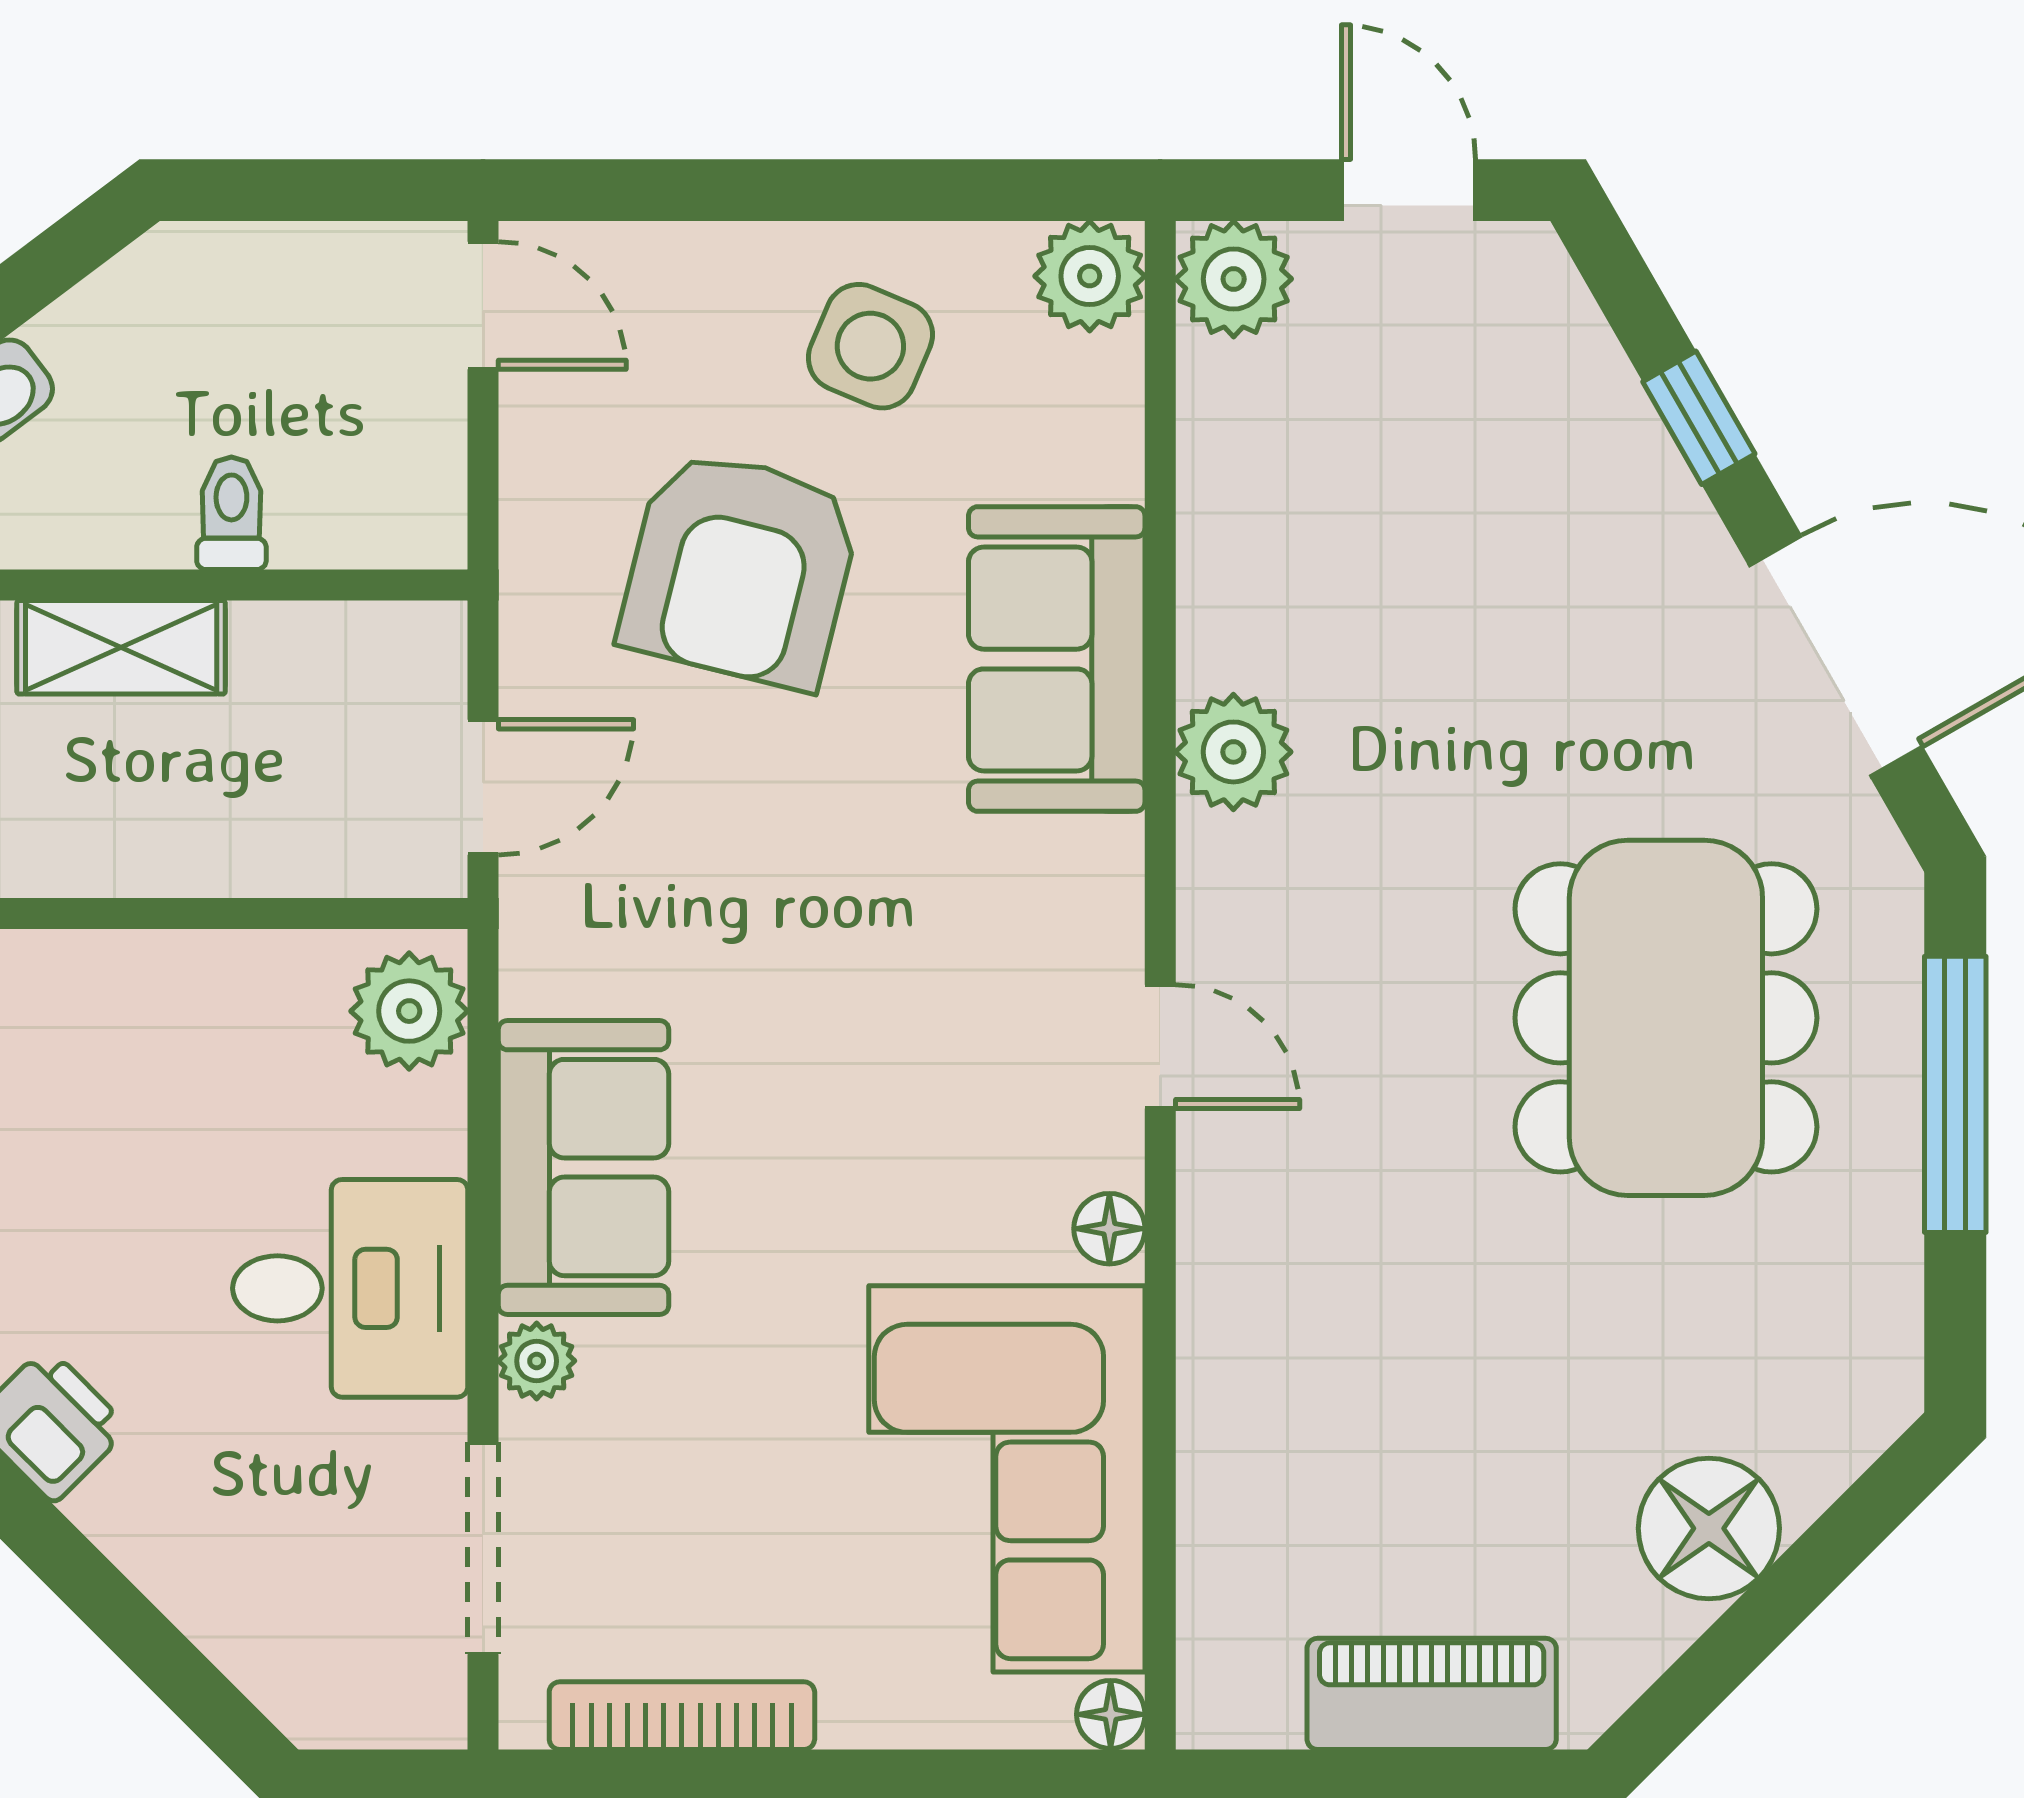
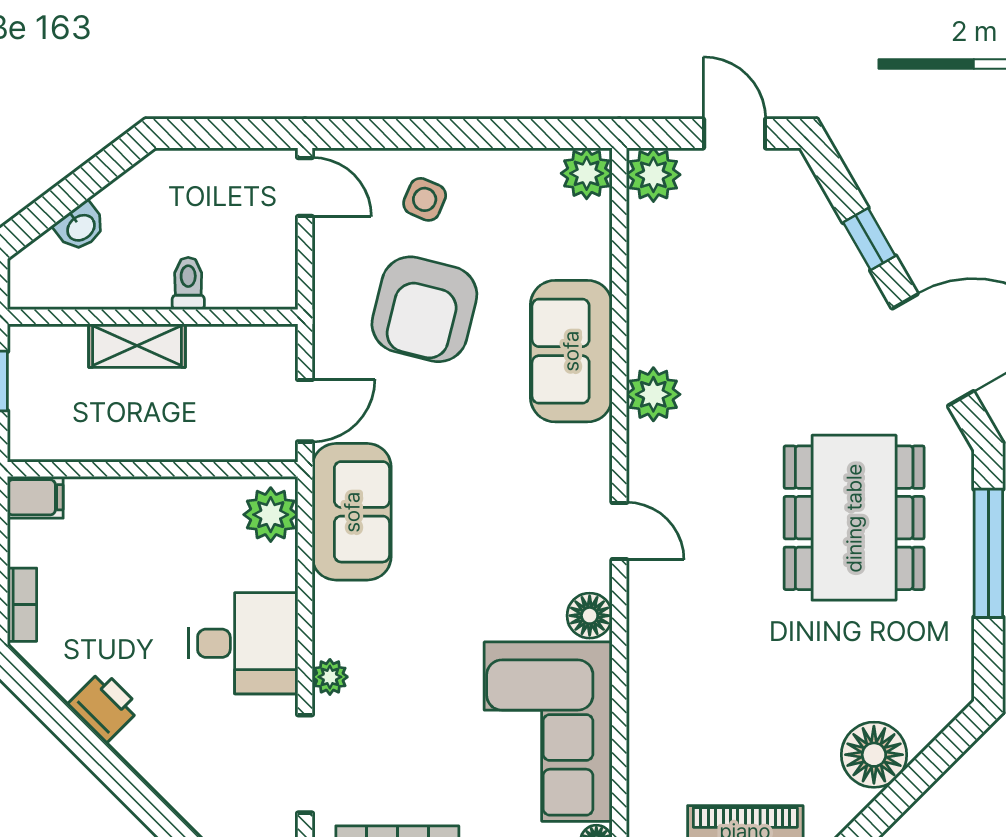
side table: (870, 346) -> (425, 199), moved, width x0.73, depth x0.73
sofa: (583, 1168) -> (352, 512), moved
floor lamp: (1109, 1229) -> (590, 616), width x1.37, depth x1.37

